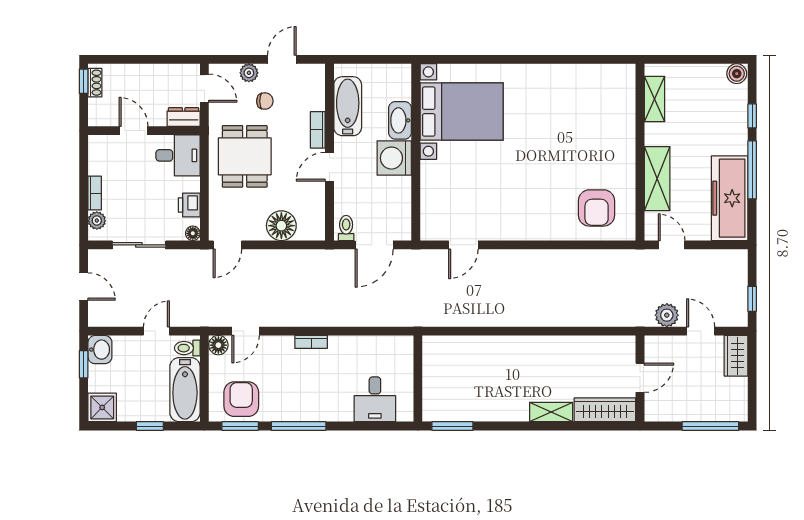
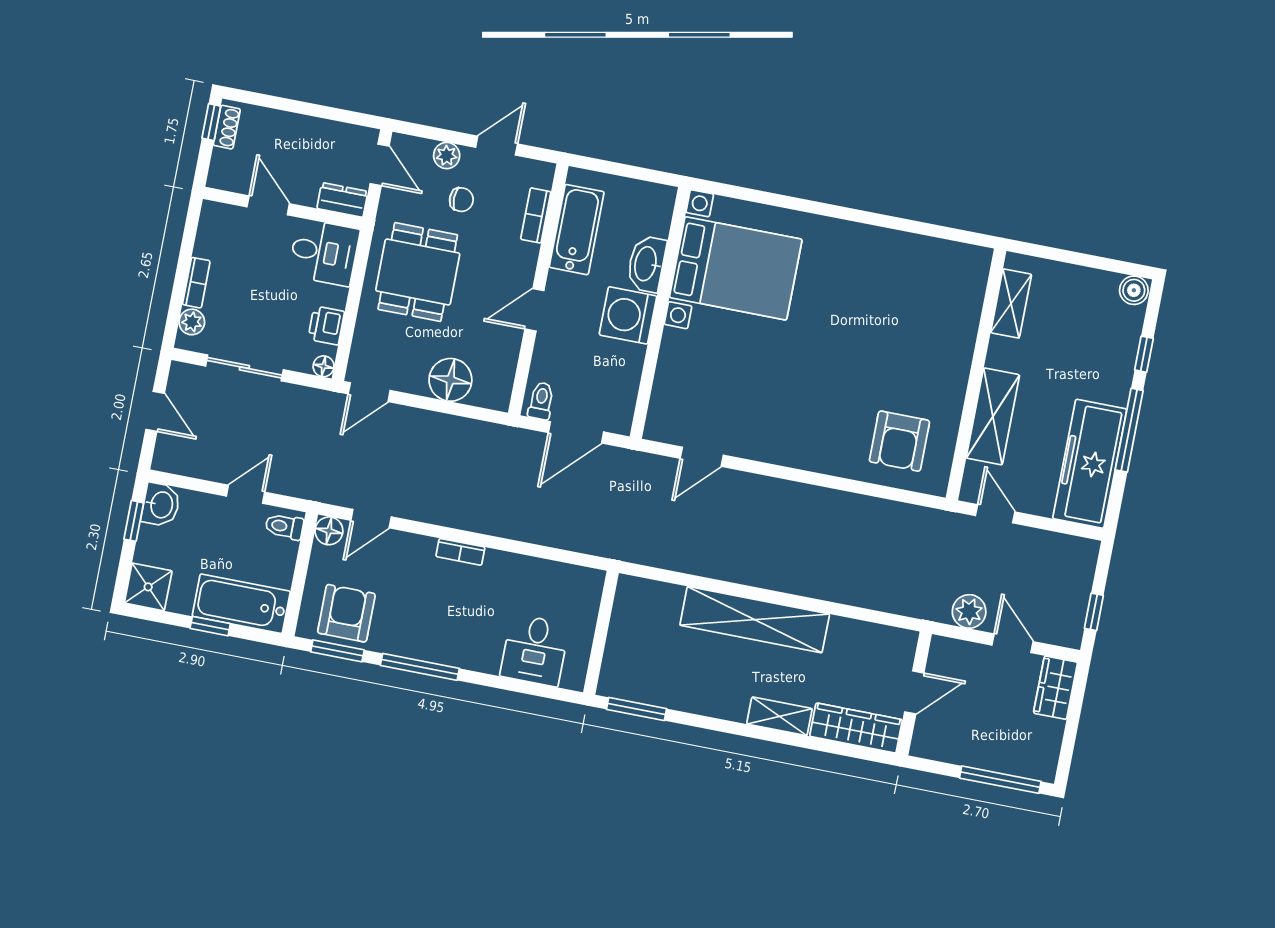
bookcase: (318, 130) -> (536, 215), moved
shelving: (521, 349) -> (755, 620), added
bathtub: (185, 390) -> (241, 604), moved, turned 90

